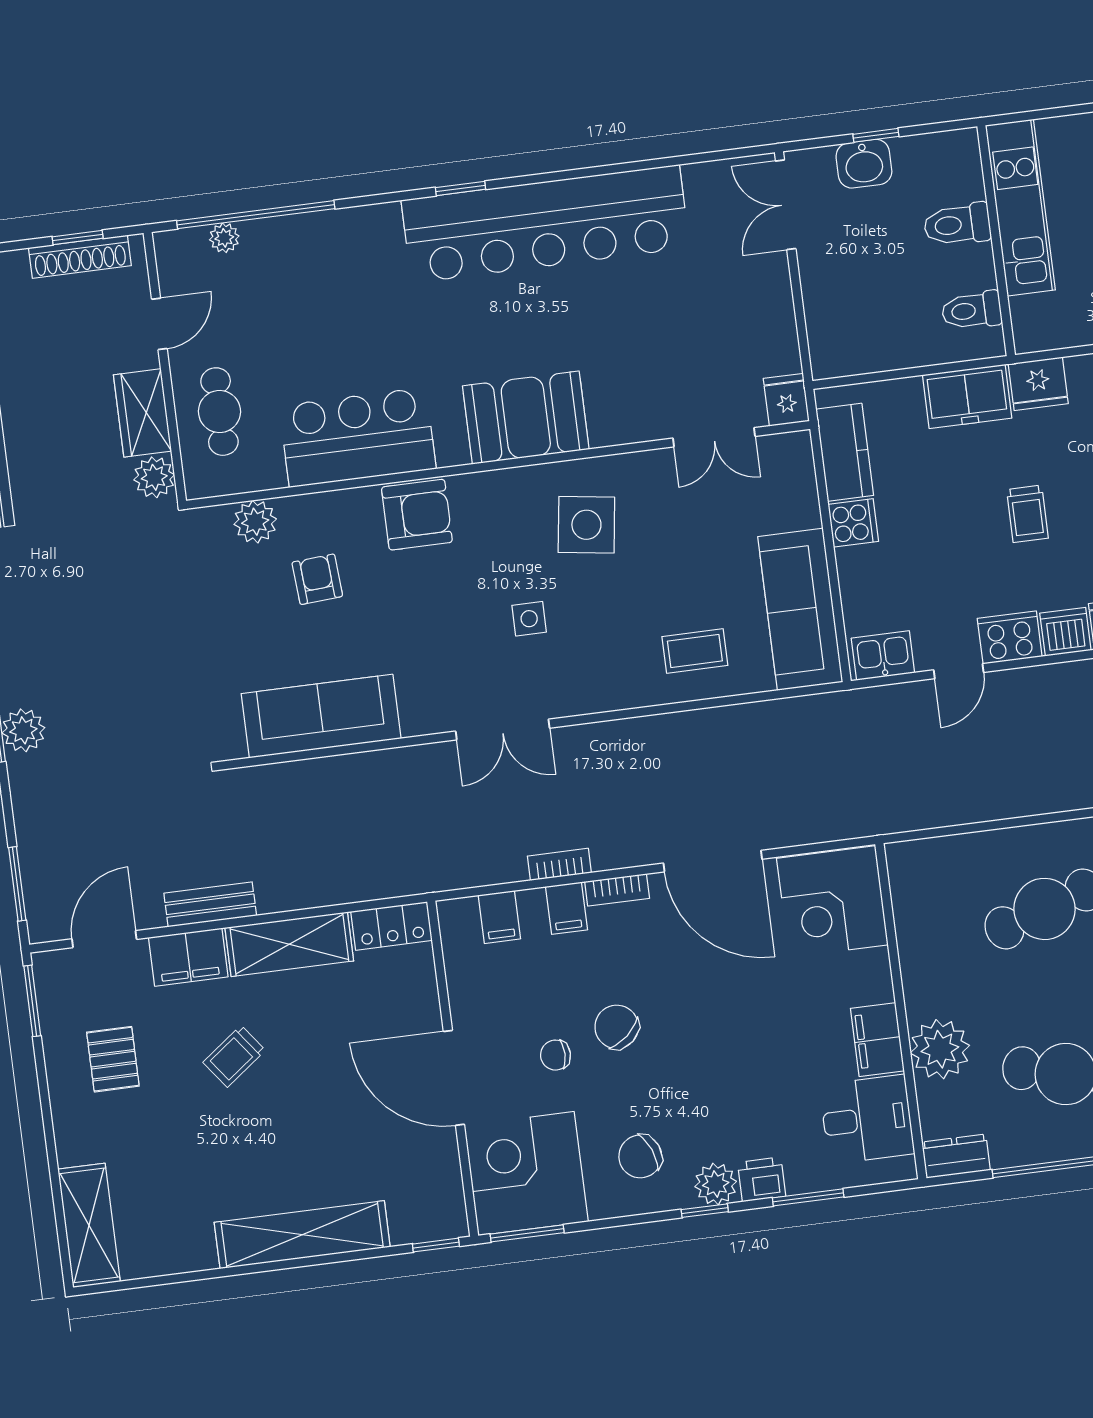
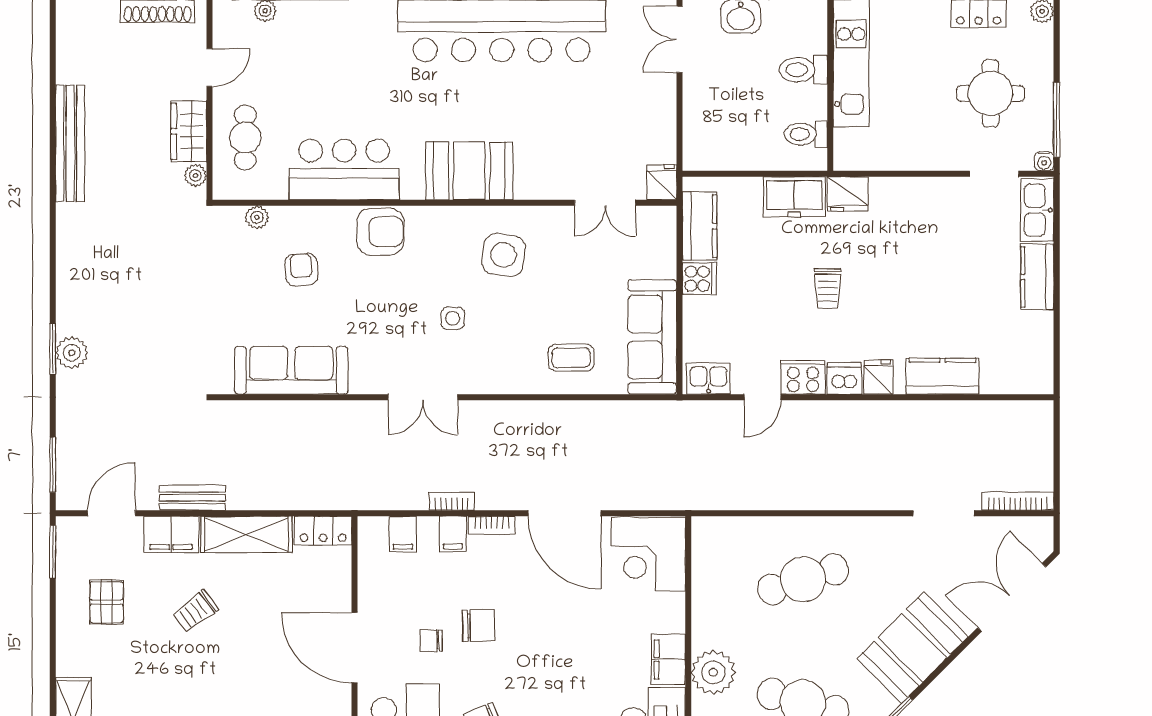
plant: (154, 477) -> (195, 175), width x0.73, depth x0.73
plant: (255, 522) -> (257, 217), width x0.73, depth x0.73
chair: (617, 1027) -> (479, 626), turned 130

